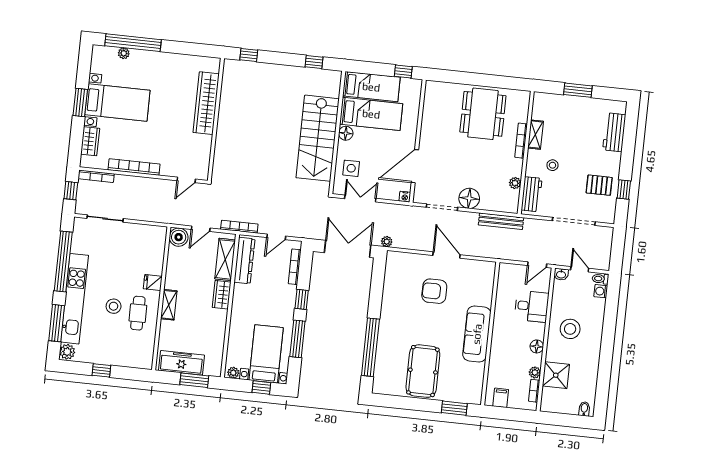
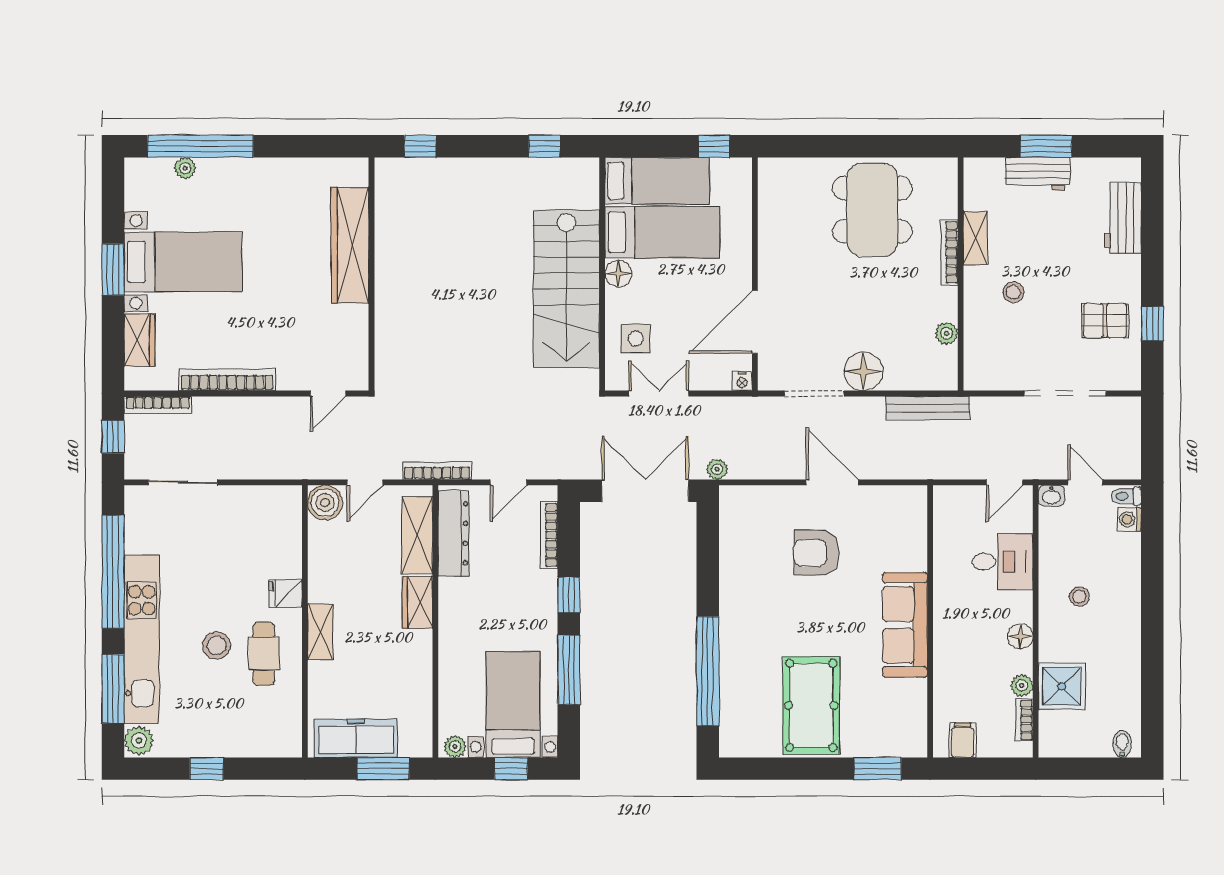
workbench: (532, 194) -> (1038, 174), moved, turned 90
stool: (570, 329) -> (1079, 596), width x0.53, depth x0.53

